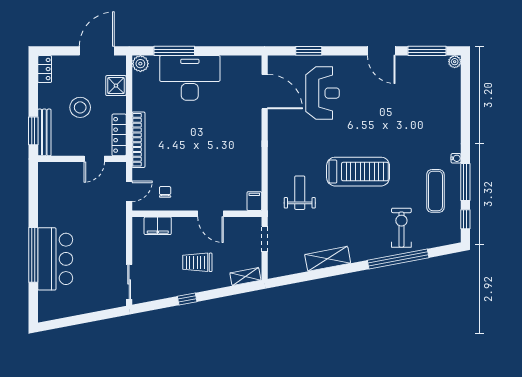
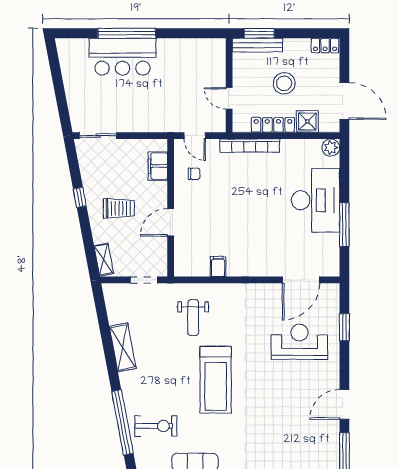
window: (174, 51) -> (344, 225), moved
reception desk: (323, 93) -> (299, 342), turned 180
locker: (119, 135) -> (273, 125), moved
weight bench: (300, 193) -> (193, 318), turned 90
filing cabinet: (254, 201) -> (218, 267), moved, turned -90
trolley: (197, 262) -> (119, 208), turned 90

